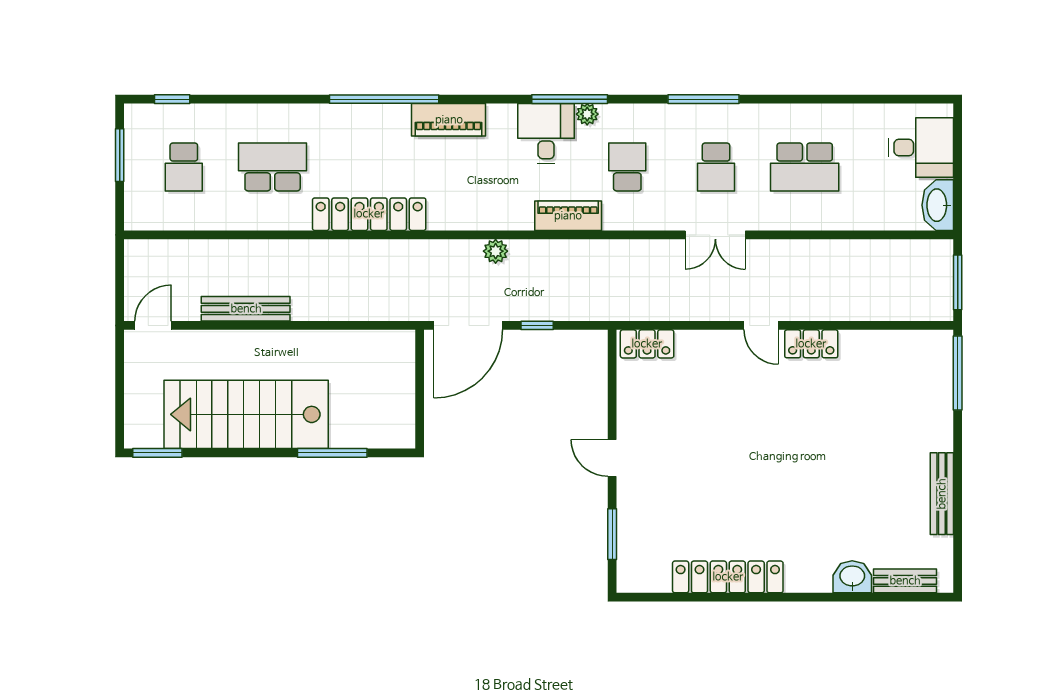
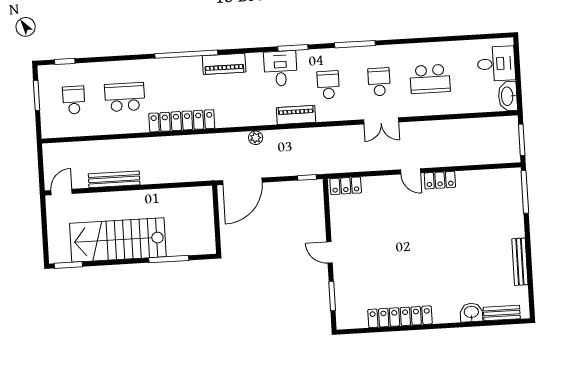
window: (570, 99) -> (293, 48), width x0.69
window: (704, 99) -> (355, 44), moved
plant: (587, 114) -> (303, 56), removed
school desk: (184, 167) -> (74, 100), turned 180
school desk: (716, 167) -> (379, 82), turned 180
window: (537, 325) -> (307, 177), moved

